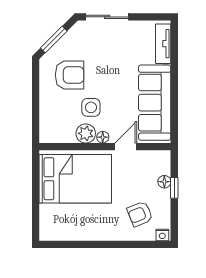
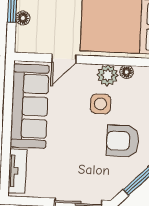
floor lamp: (103, 137) -> (127, 72), moved

